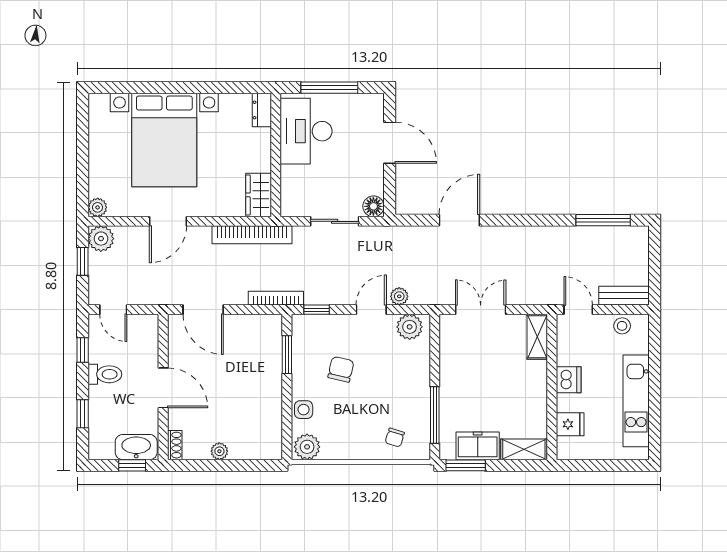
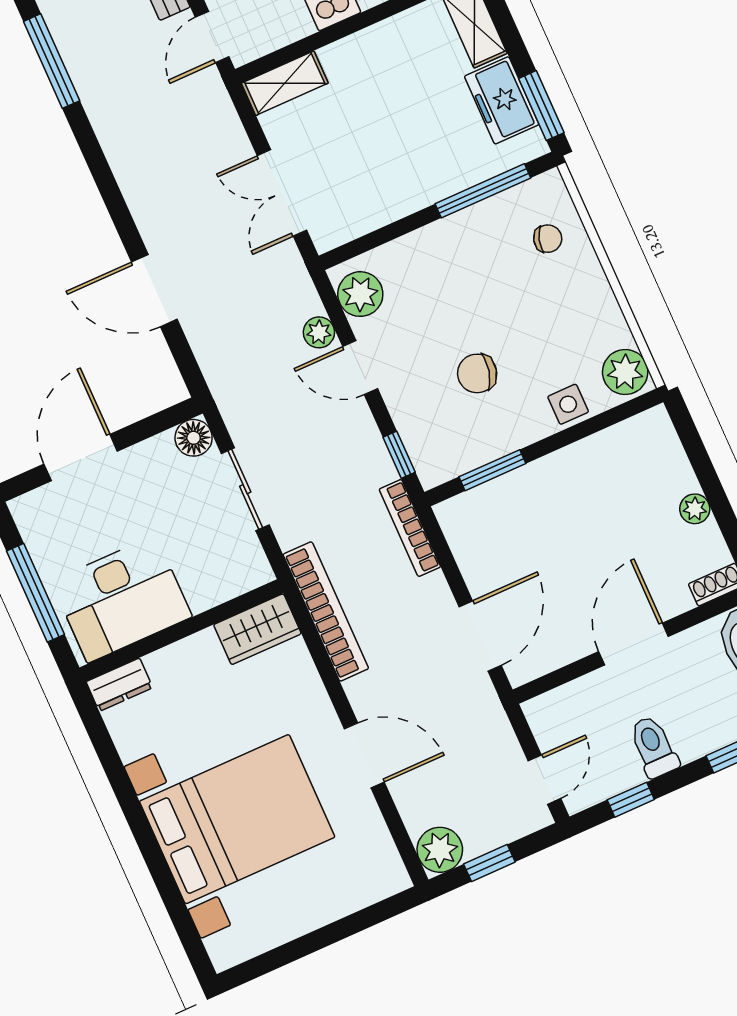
plant: (98, 207) -> (392, 878), removed

